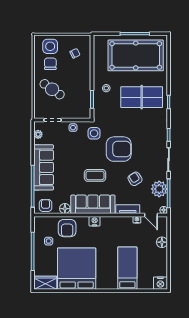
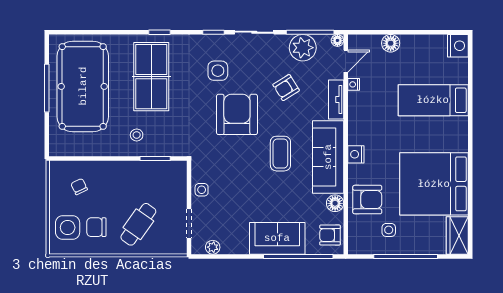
side table: (94, 133) -> (218, 71), moved
sofa: (44, 167) -> (277, 238), width x0.73

